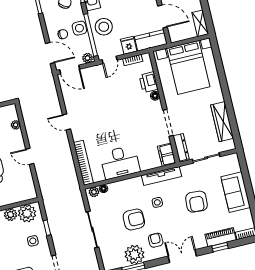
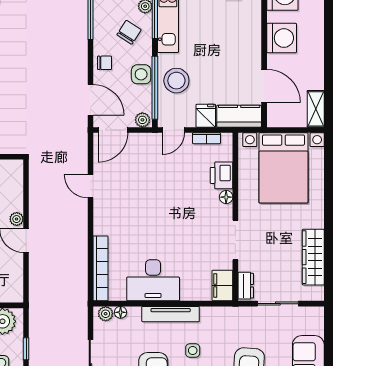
chair: (63, 34) -> (105, 63), moved
door: (70, 69) -> (113, 130), hinge flipped
door: (67, 122) -> (90, 186), moved
plant: (16, 125) -> (17, 219), moved
dresser: (181, 147) -> (246, 286), width x0.70
tv unit: (161, 176) -> (171, 314), moved

